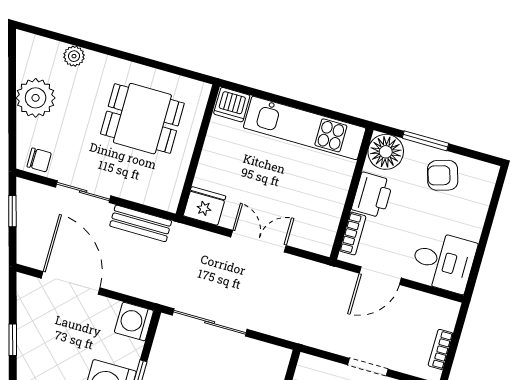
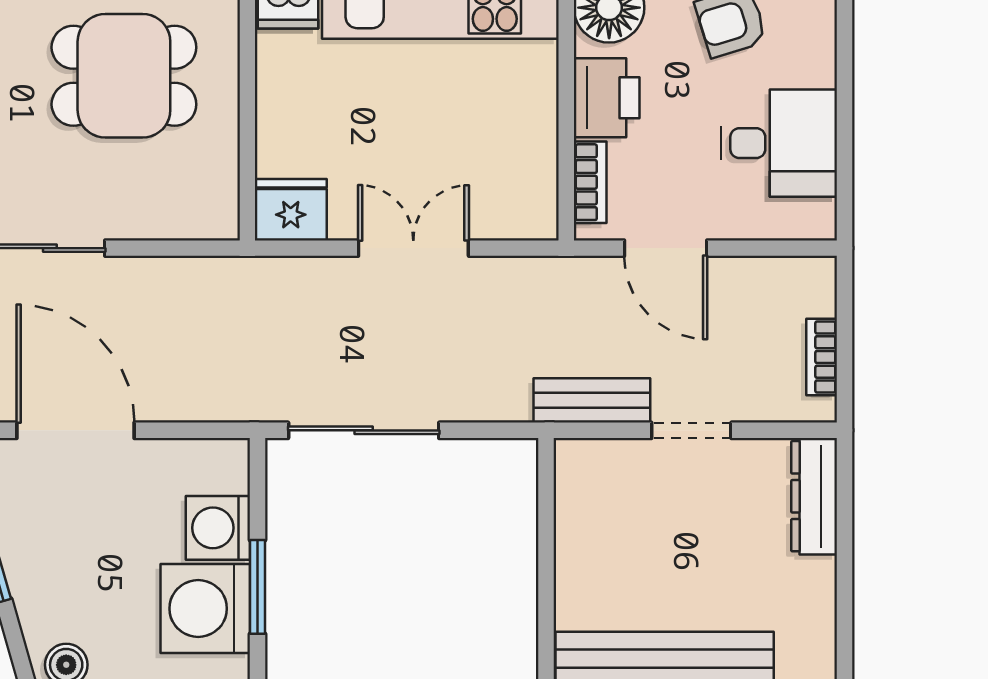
bench: (141, 223) -> (592, 400), moved
desk: (443, 262) -> (779, 143), moved
door: (380, 276) -> (666, 248), hinge flipped
washing machine: (134, 321) -> (218, 528), moved

